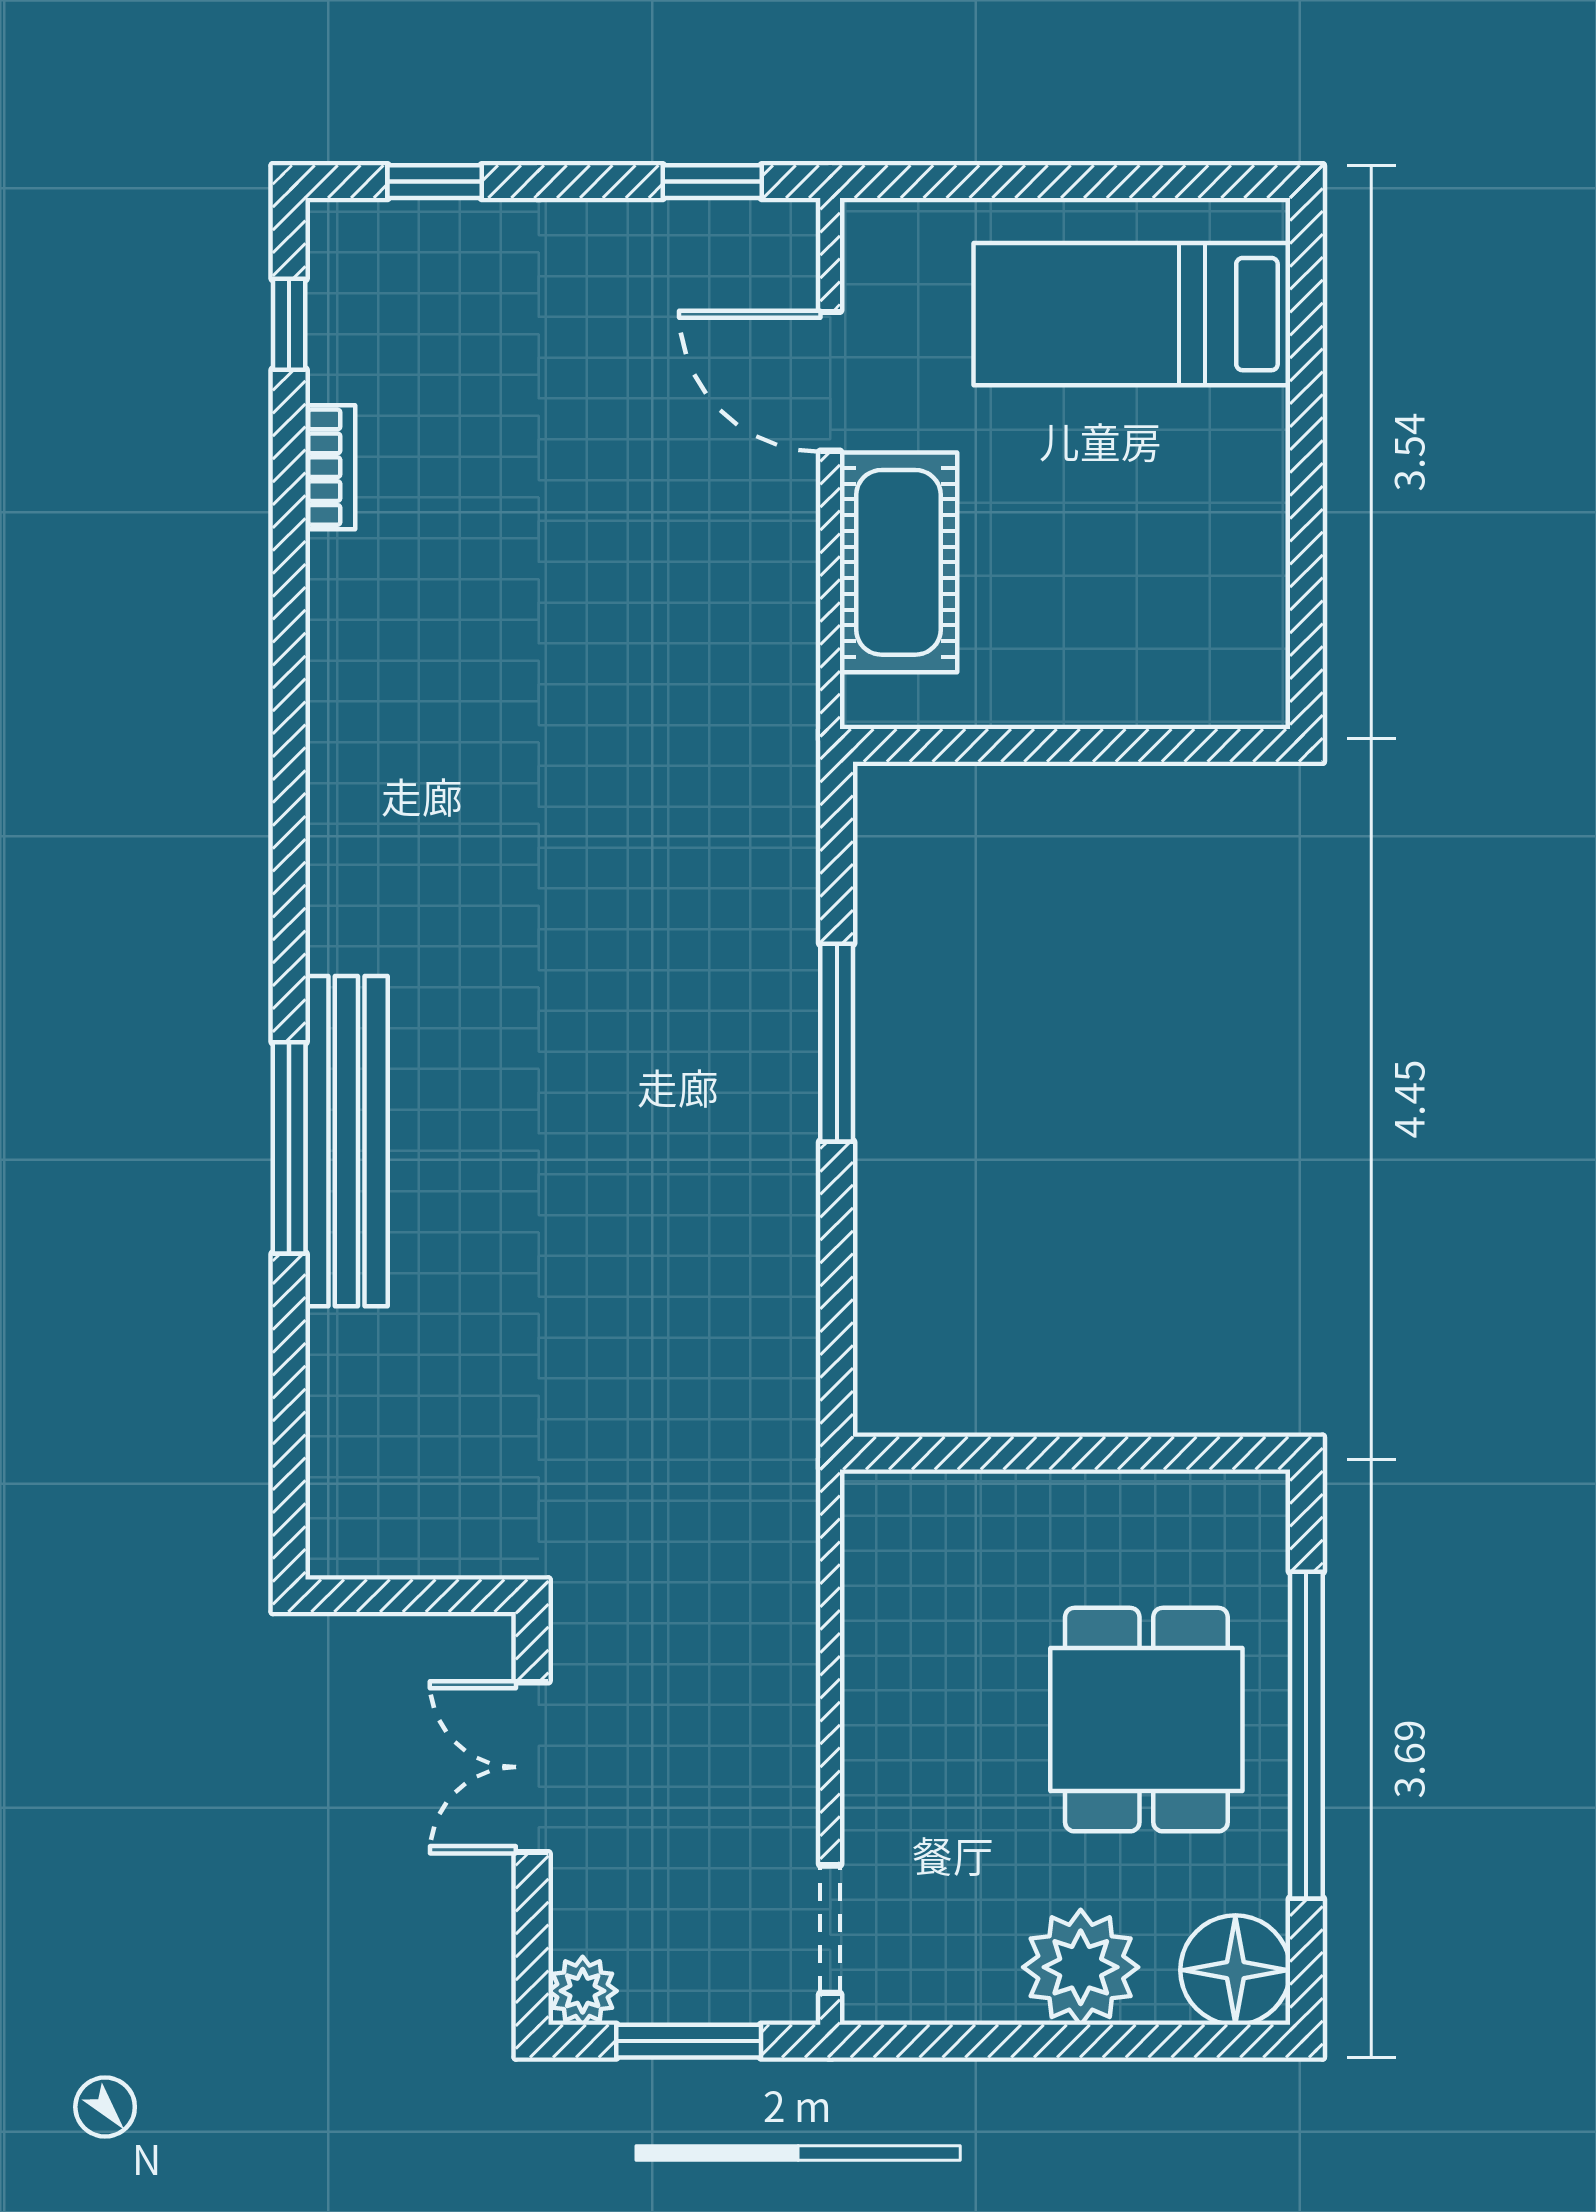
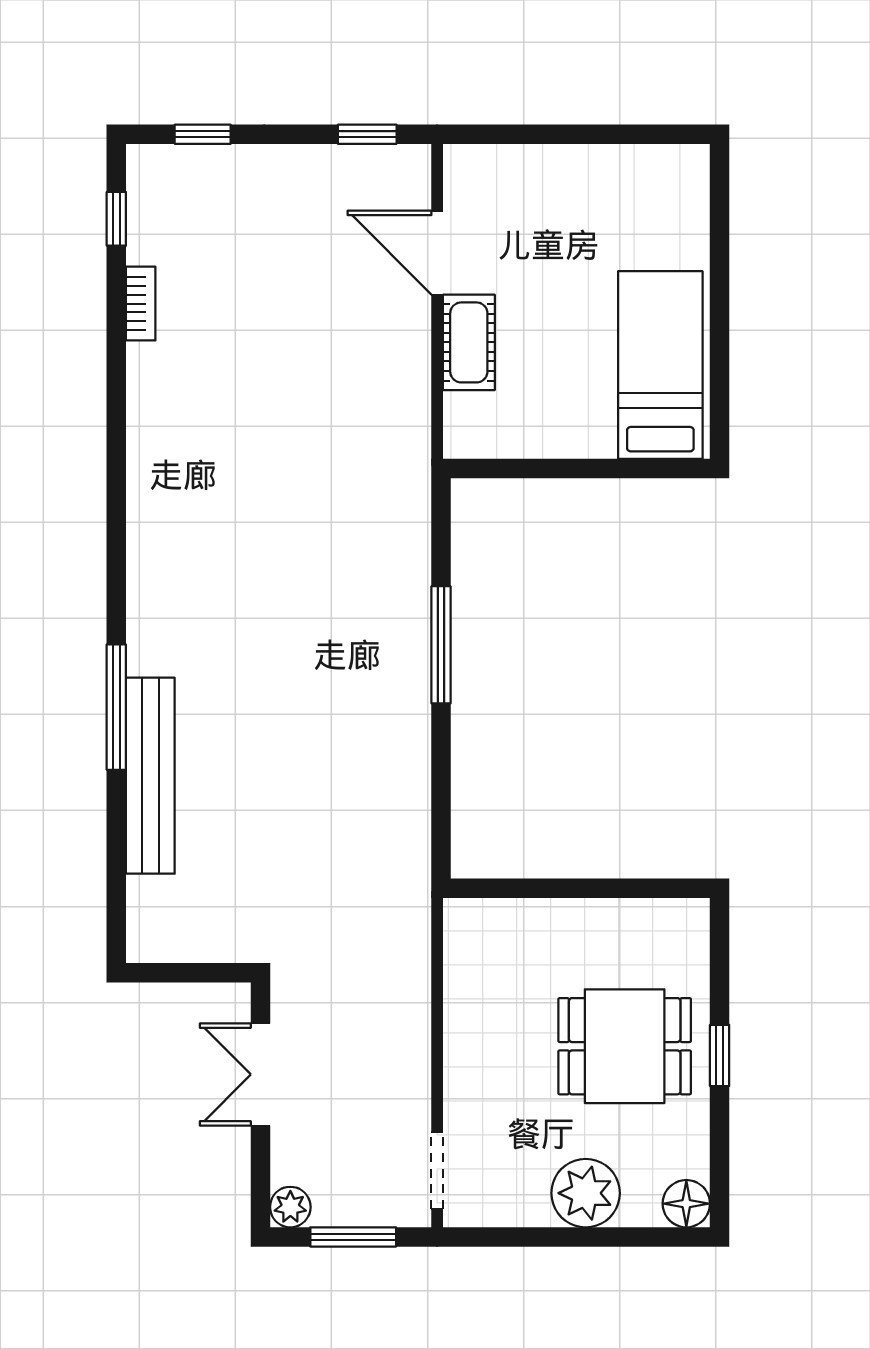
bed: (1132, 314) -> (660, 365), moved, turned 90
cot: (898, 562) -> (469, 342), width x0.73, depth x0.75
bench: (346, 1141) -> (150, 776), moved
dining table: (1146, 1720) -> (625, 1046), turned 90
window: (1306, 1735) -> (720, 1055), width x0.32
floor lamp: (1235, 1970) -> (686, 1204), width x0.73, depth x0.73

